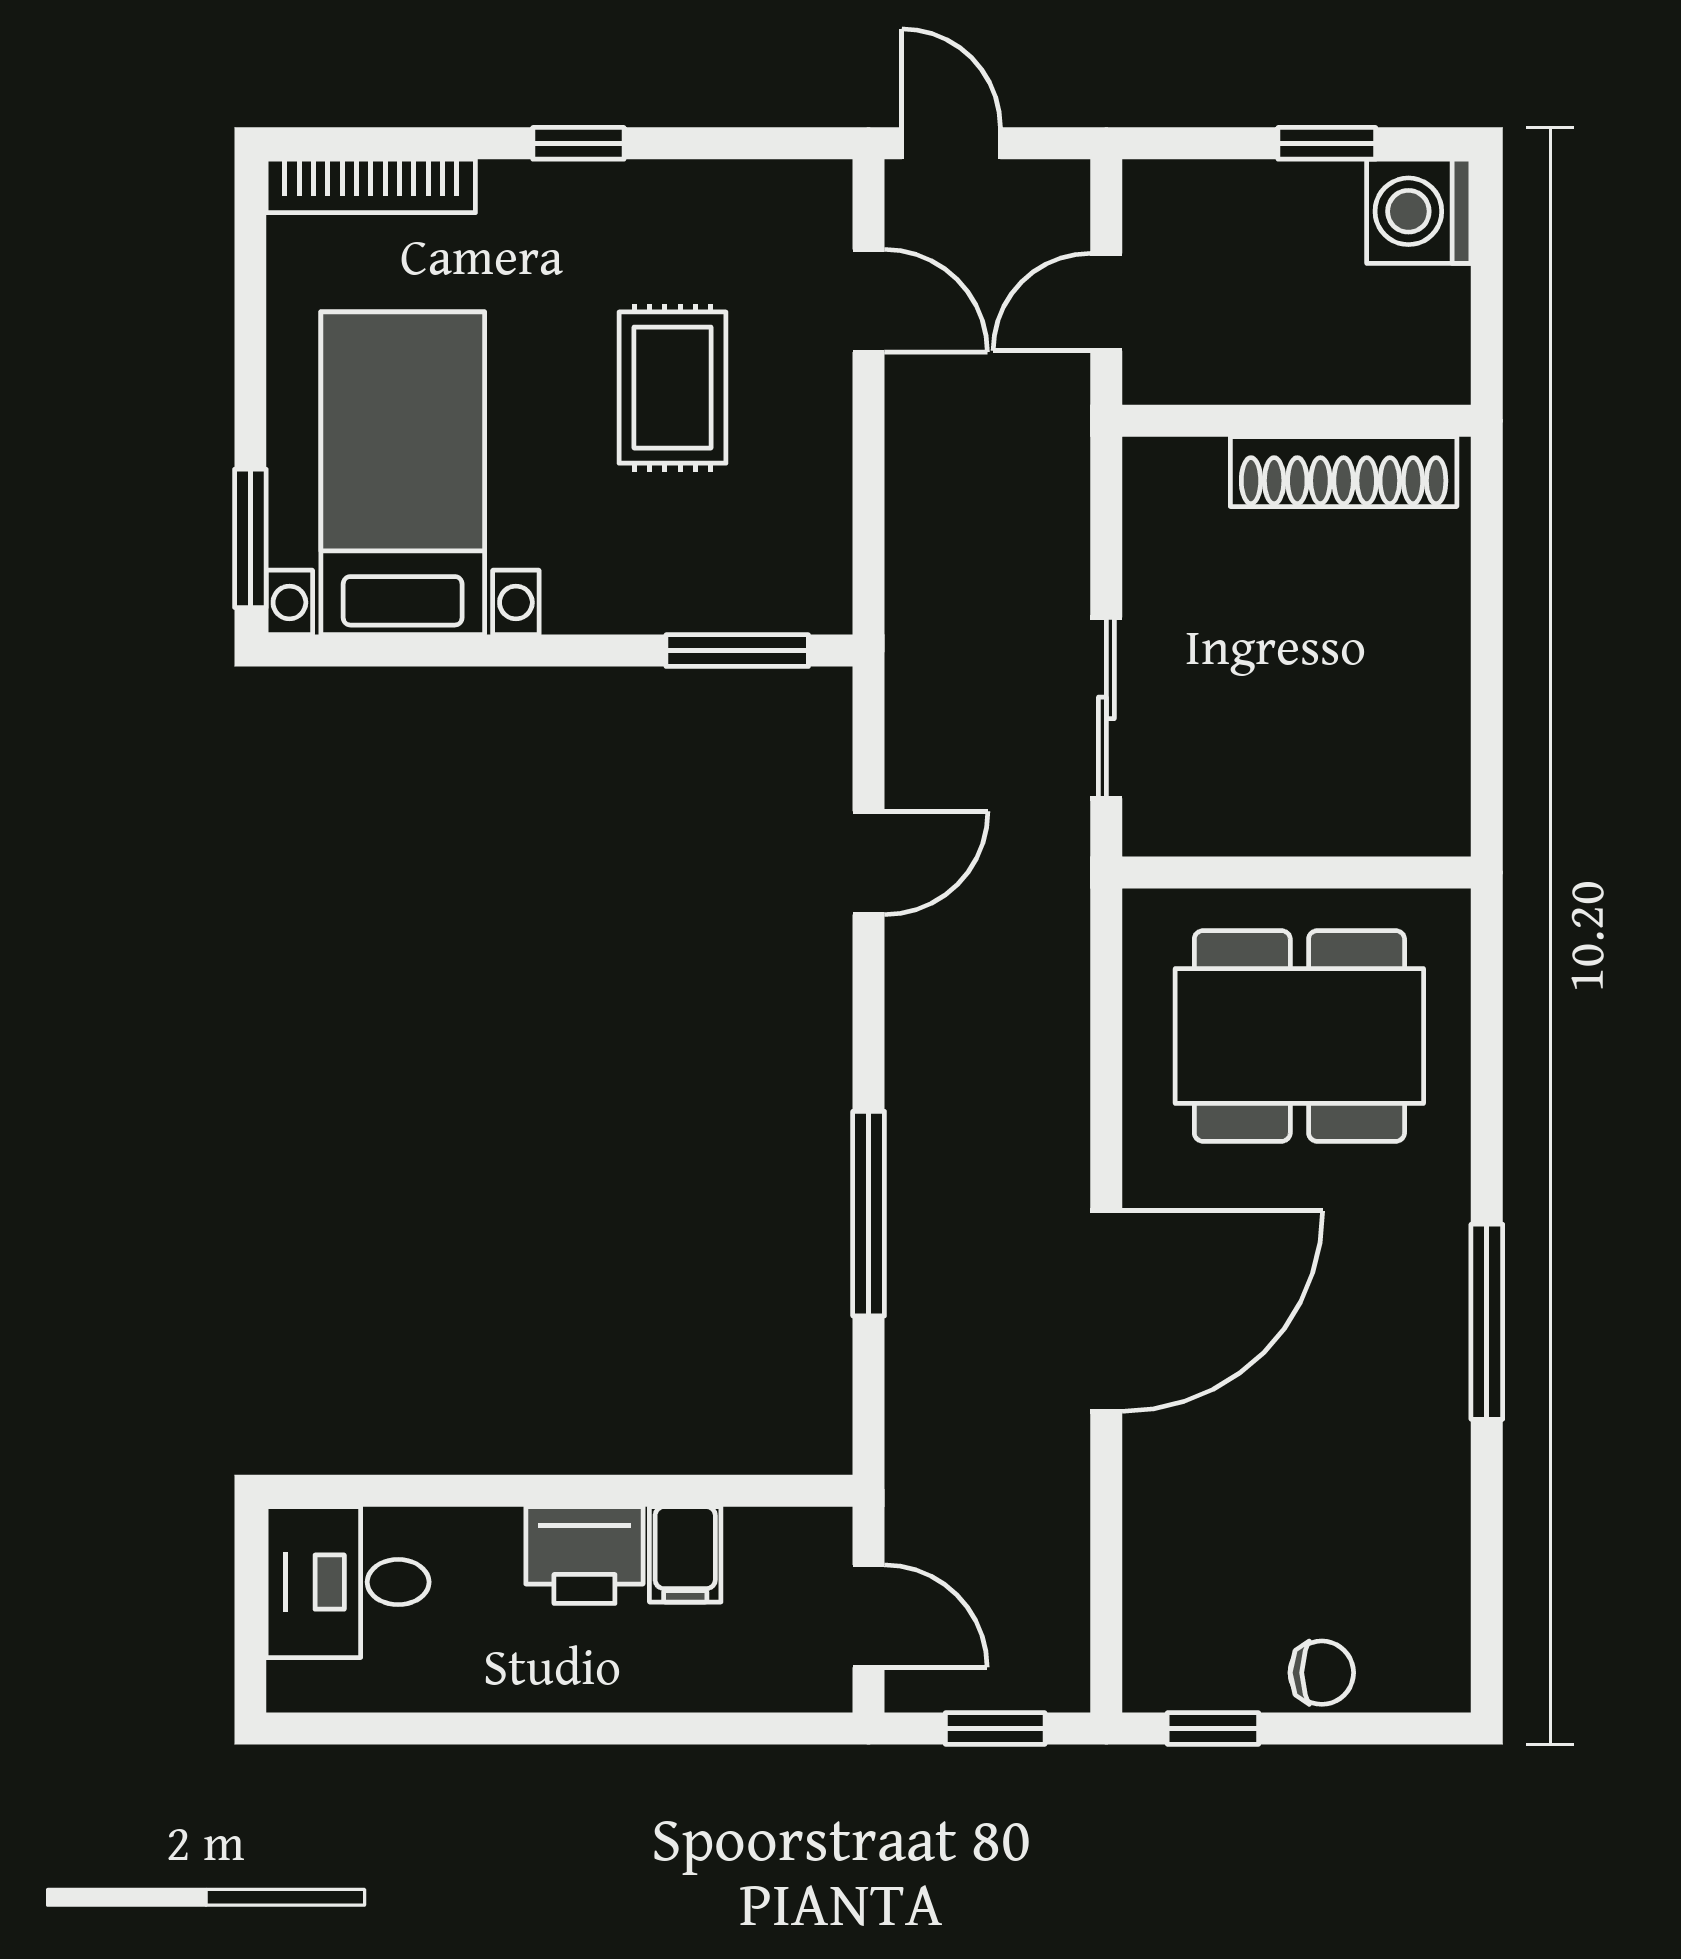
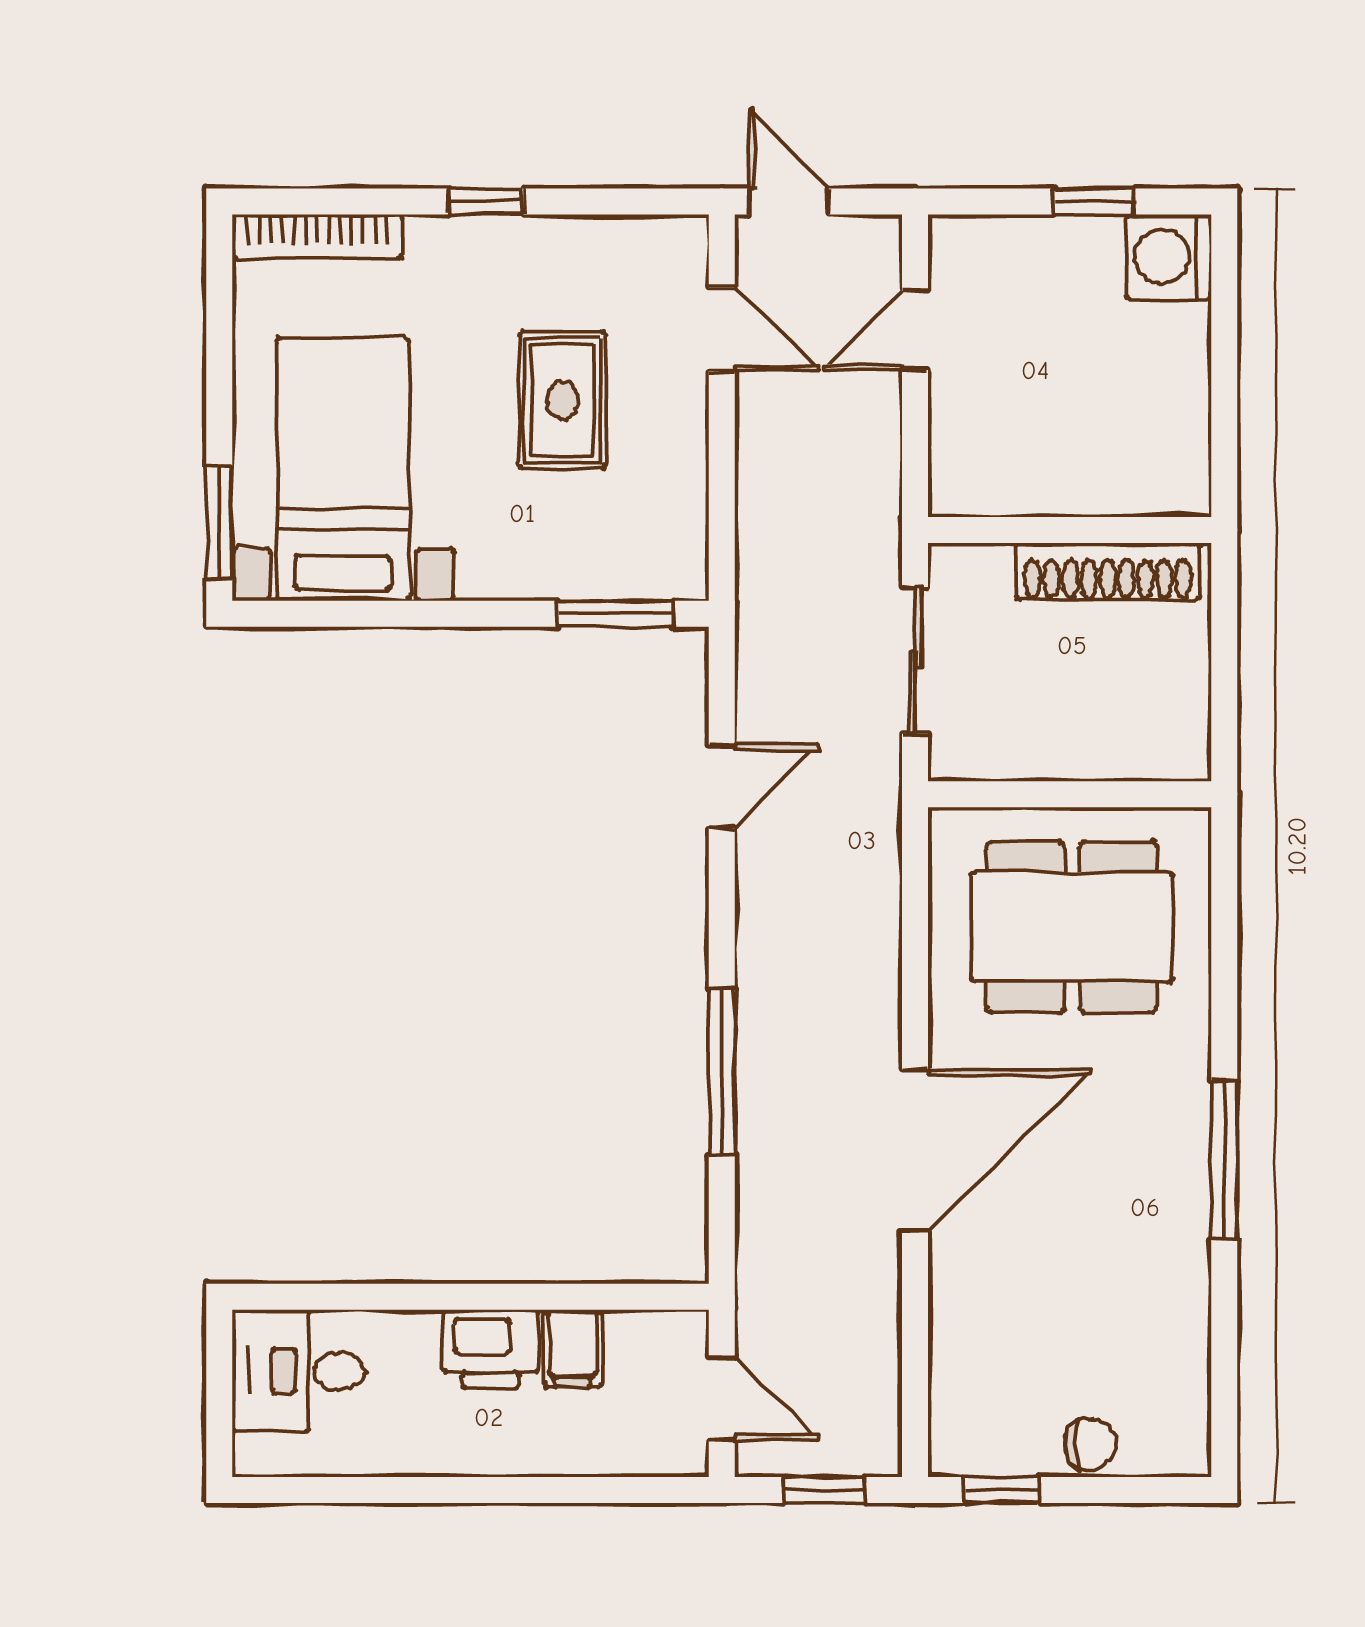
wall: (1297, 421) -> (1070, 530), moved
shoe rack: (1344, 472) -> (1108, 571), moved

